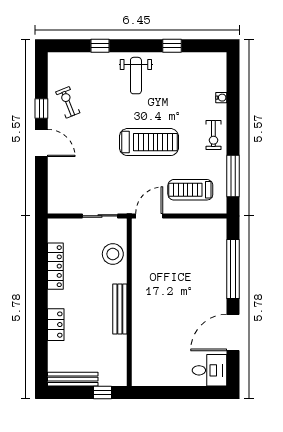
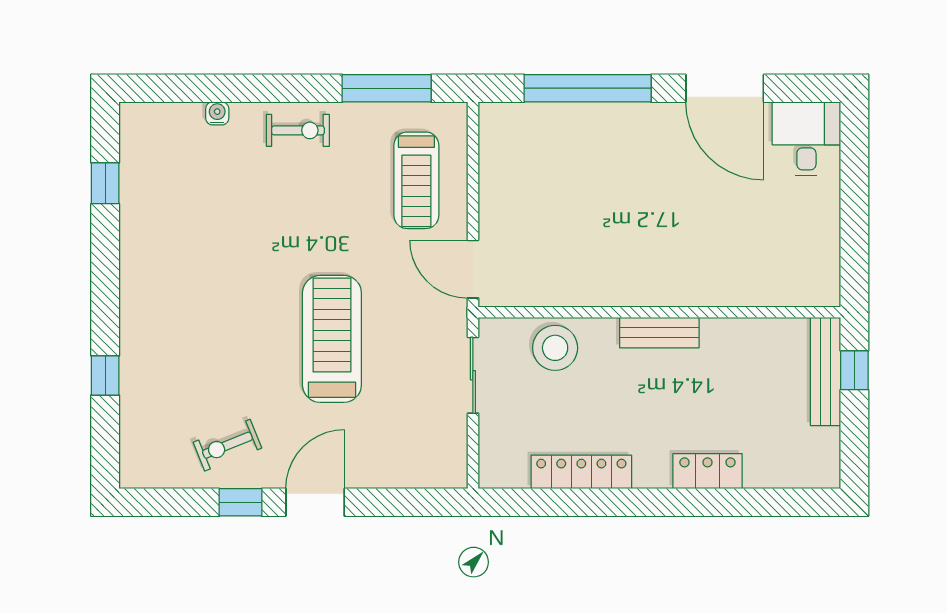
window: (172, 46) -> (105, 183), moved
weight bench: (136, 76) -> (170, 298), removed
treadmill: (149, 142) -> (332, 339), moved
bench: (120, 309) -> (659, 333), width x0.73
bench: (73, 379) -> (826, 372), moved

